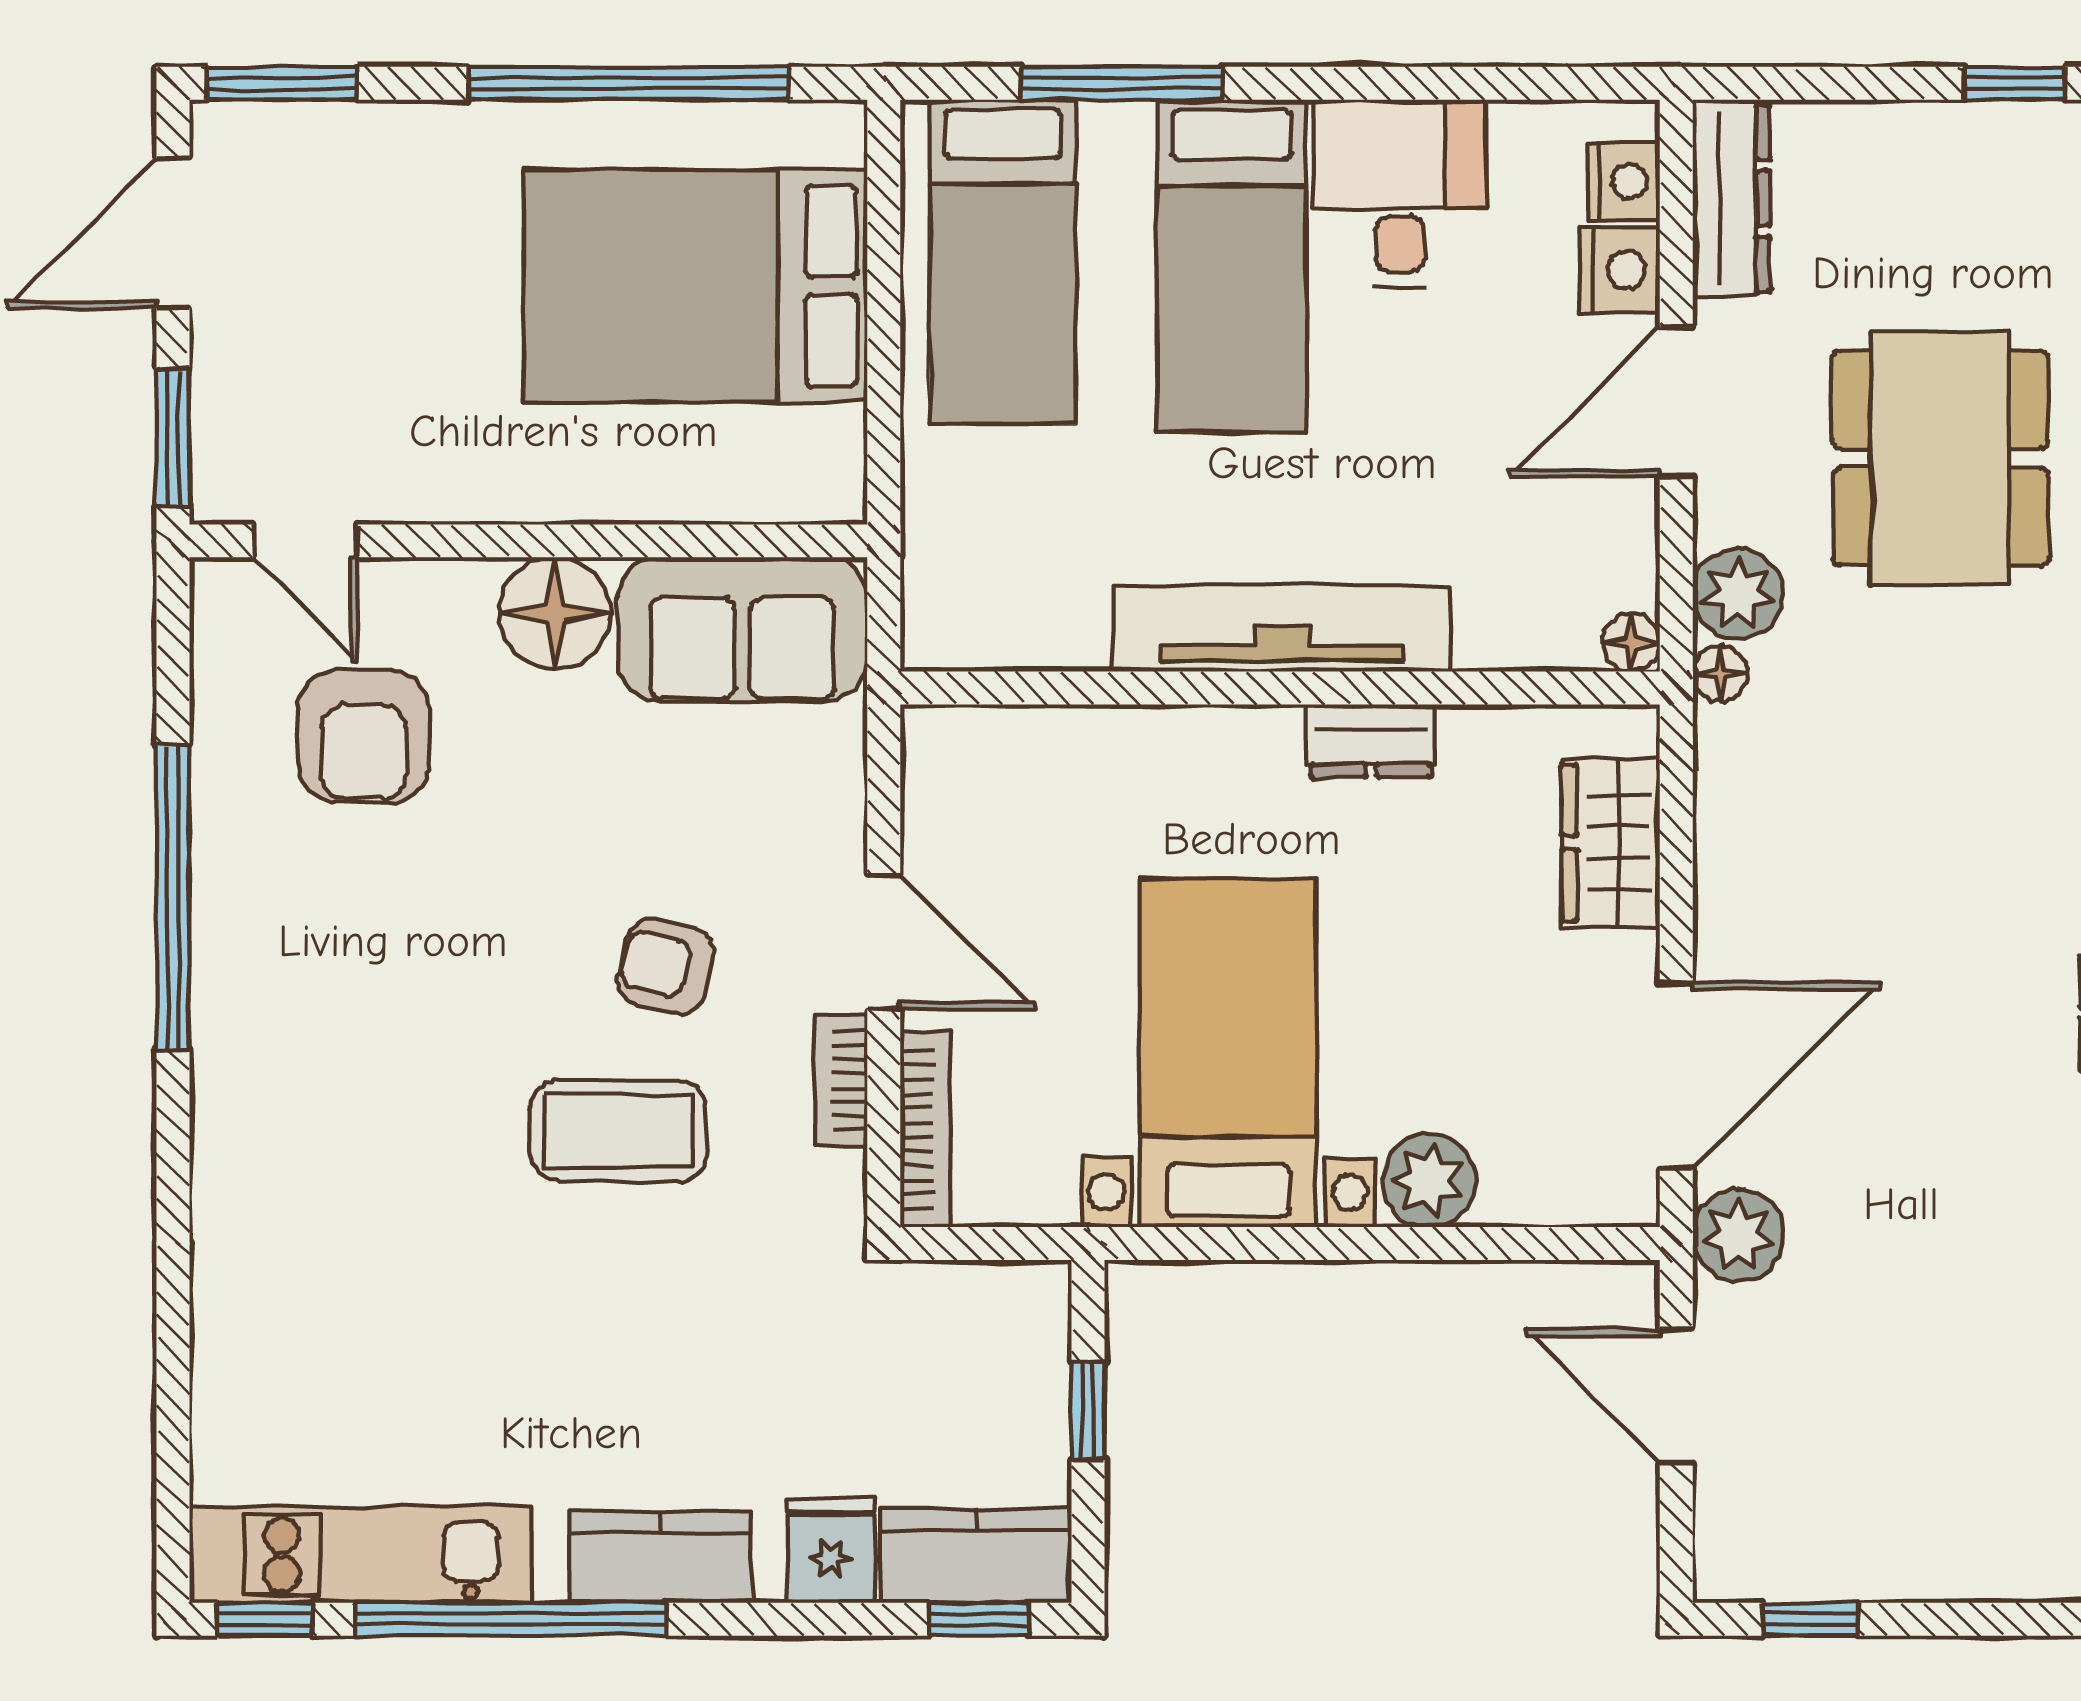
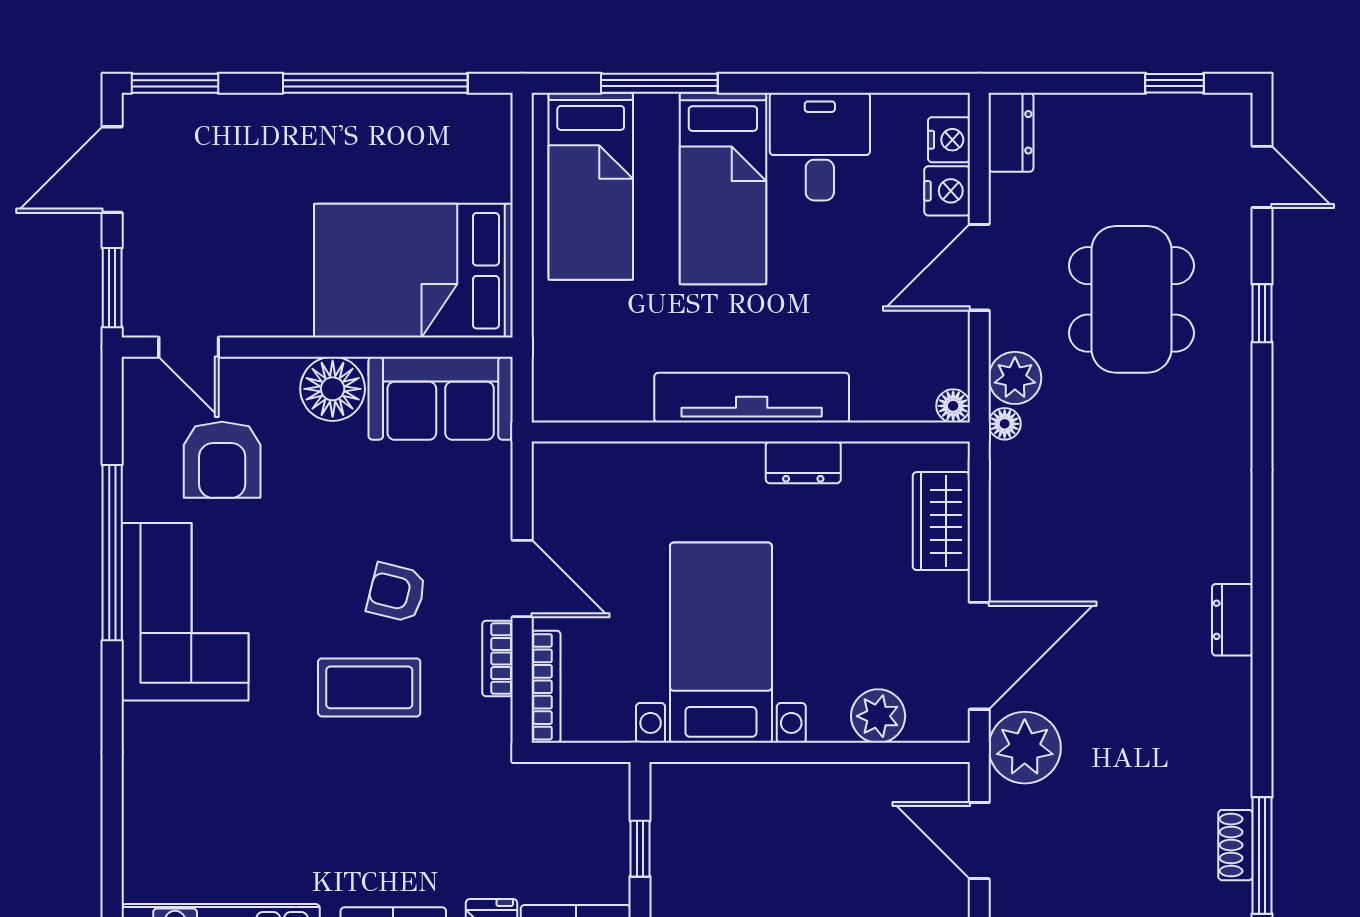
dresser: (1731, 198) -> (1011, 132), width x0.70
bed: (695, 286) -> (413, 271), moved
corner sofa: (299, 1000) -> (185, 612), added
plant: (1429, 1180) -> (878, 716), moved
plant: (1738, 1235) -> (1025, 748), width x1.36, depth x1.36

